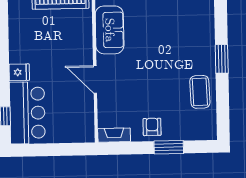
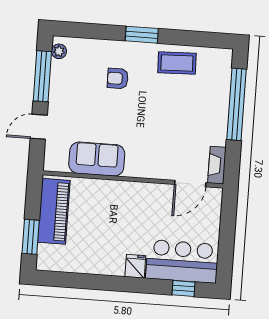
door: (95, 80) -> (190, 184), moved
armchair: (152, 127) -> (118, 78), moved
window: (169, 147) -> (237, 104), width x2.11

